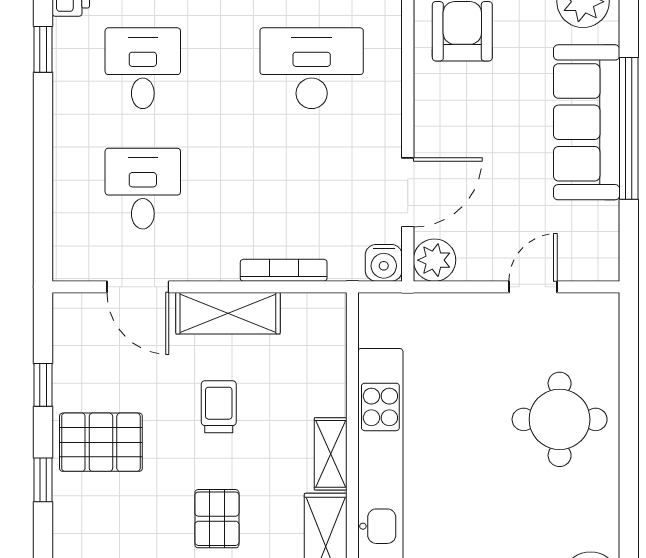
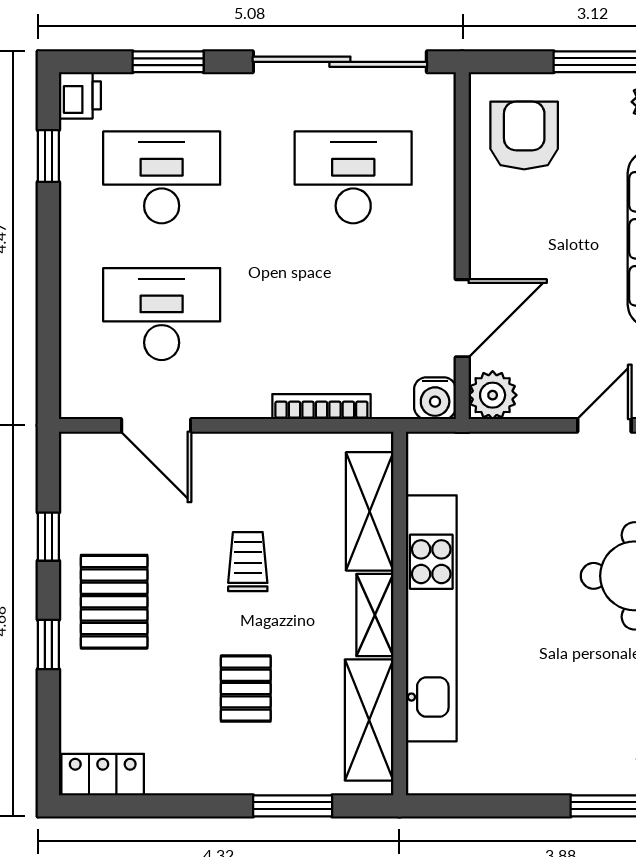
desk: (143, 68) -> (162, 177), width x1.37
desk: (143, 189) -> (162, 314), width x1.37
shelving: (228, 313) -> (370, 511), moved, turned 90
pallet: (101, 442) -> (114, 602), turned 90

